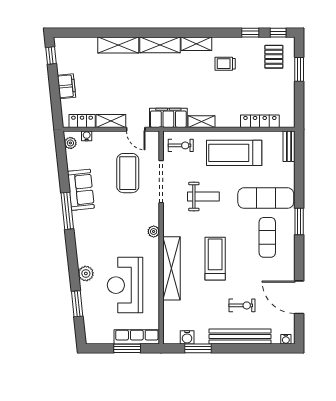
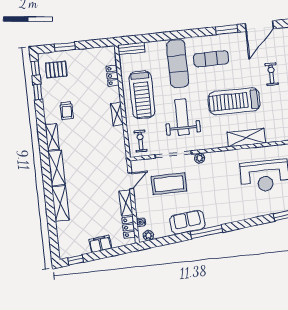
filing cabinet: (168, 118) -> (118, 154), removed
locker: (260, 121) -> (113, 76), width x0.66
shelving: (202, 122) -> (117, 114), moved
weight bench: (203, 197) -> (182, 117), width x1.36, depth x1.33
window: (299, 221) -> (227, 30), moved
plant: (154, 231) -> (200, 158), moved
treadmill: (215, 259) -> (234, 101), width x1.37, depth x1.38
shelving: (172, 268) -> (246, 138), width x0.68
plant: (86, 273) -> (258, 210), removed

